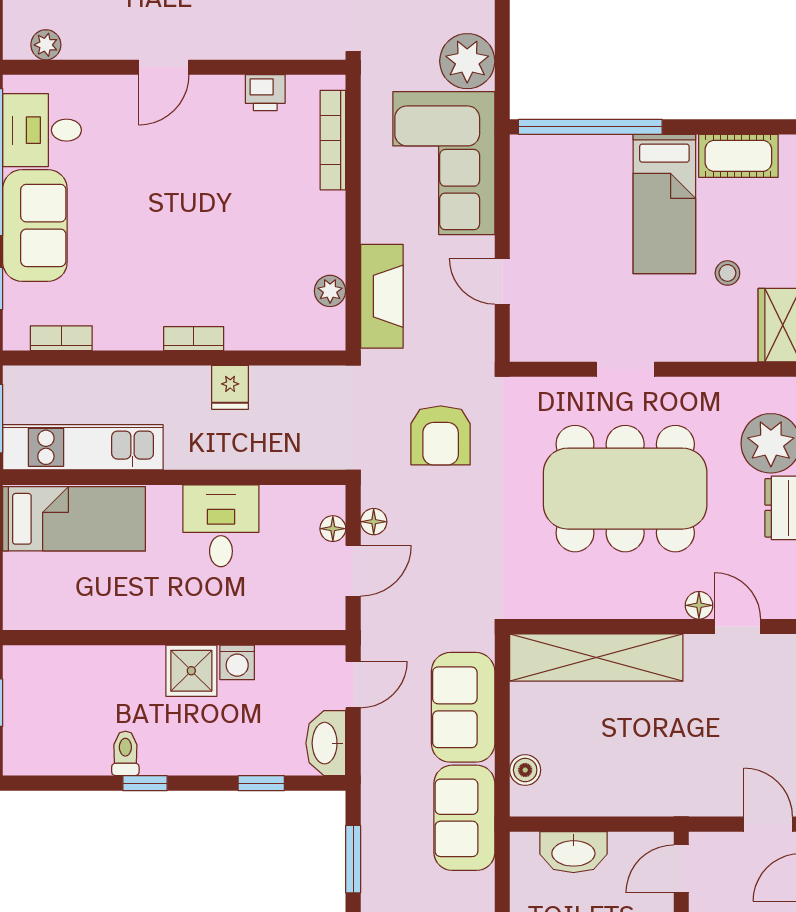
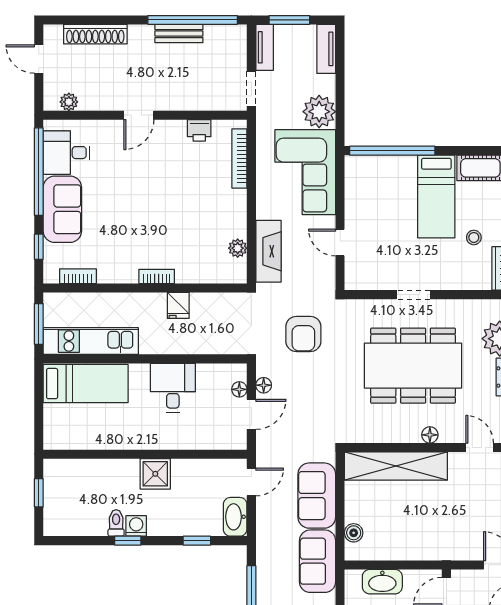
floor lamp: (699, 605) -> (430, 435), moved
washing machine: (237, 662) -> (136, 526), moved, turned 180

